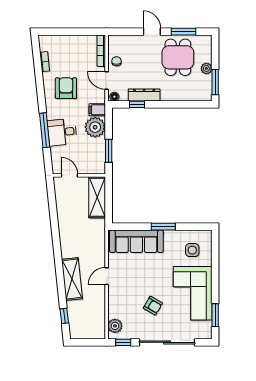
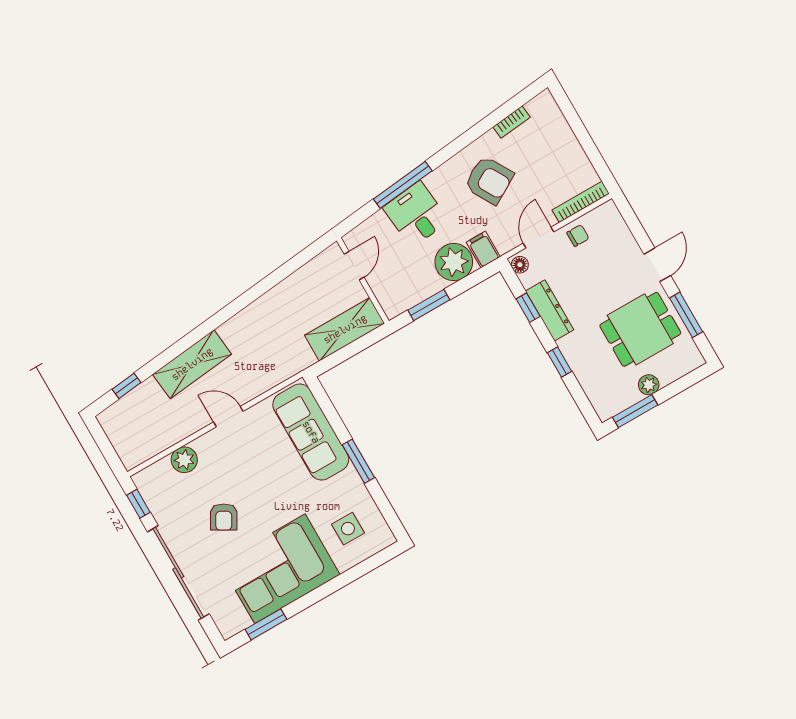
armchair: (66, 88) -> (489, 180), turned 60
window: (171, 104) -> (559, 362), added
plant: (115, 326) -> (184, 460), moved

